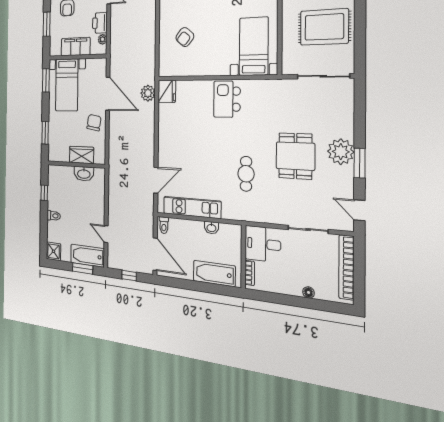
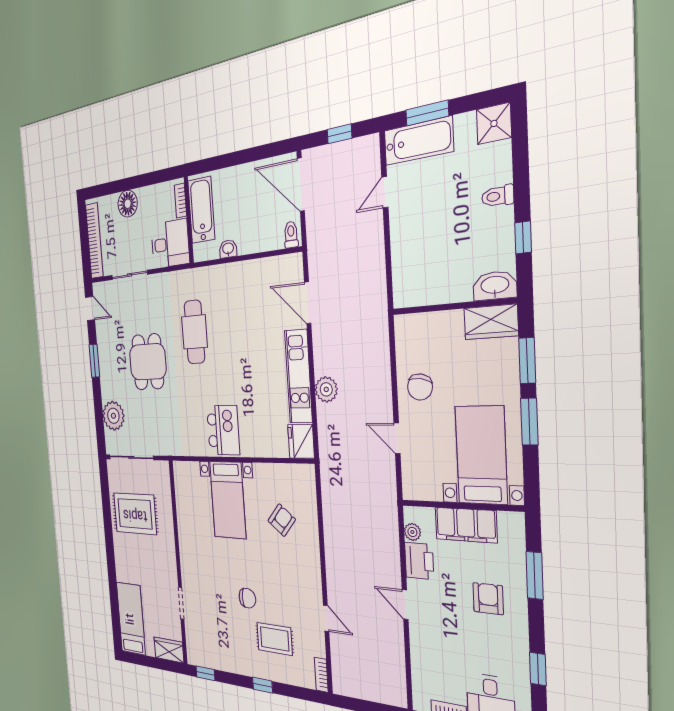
bed with nightstands: (254, 46) -> (228, 500), moved
window: (46, 80) -> (529, 422), moved
plant: (148, 93) -> (326, 389), moved
door: (108, 94) -> (397, 438), width x0.53
plant: (341, 152) -> (113, 416), moved
wardrobe: (81, 155) -> (491, 322), moved
washbasin: (84, 174) -> (495, 286), moved
cafe table: (246, 174) -> (194, 332), width x1.37, depth x1.35
door: (156, 180) -> (308, 303), hinge flipped
kitchen unit: (192, 207) -> (299, 377), moved, turned 90
door: (106, 234) -> (385, 192), swing flipped
bathtub: (214, 273) -> (201, 210), moved, turned -90
floor lamp: (308, 292) -> (128, 204), width x1.89, depth x1.89

